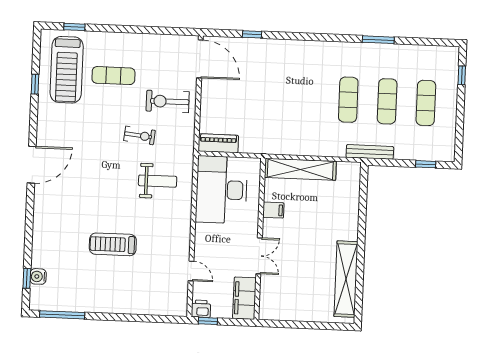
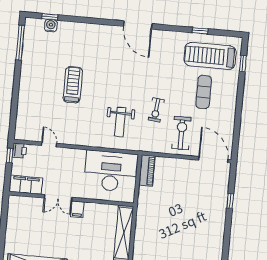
door: (200, 59) -> (213, 160), swing flipped
filing cabinet: (273, 210) -> (77, 209), moved
door: (191, 271) -> (49, 144), swing flipped

